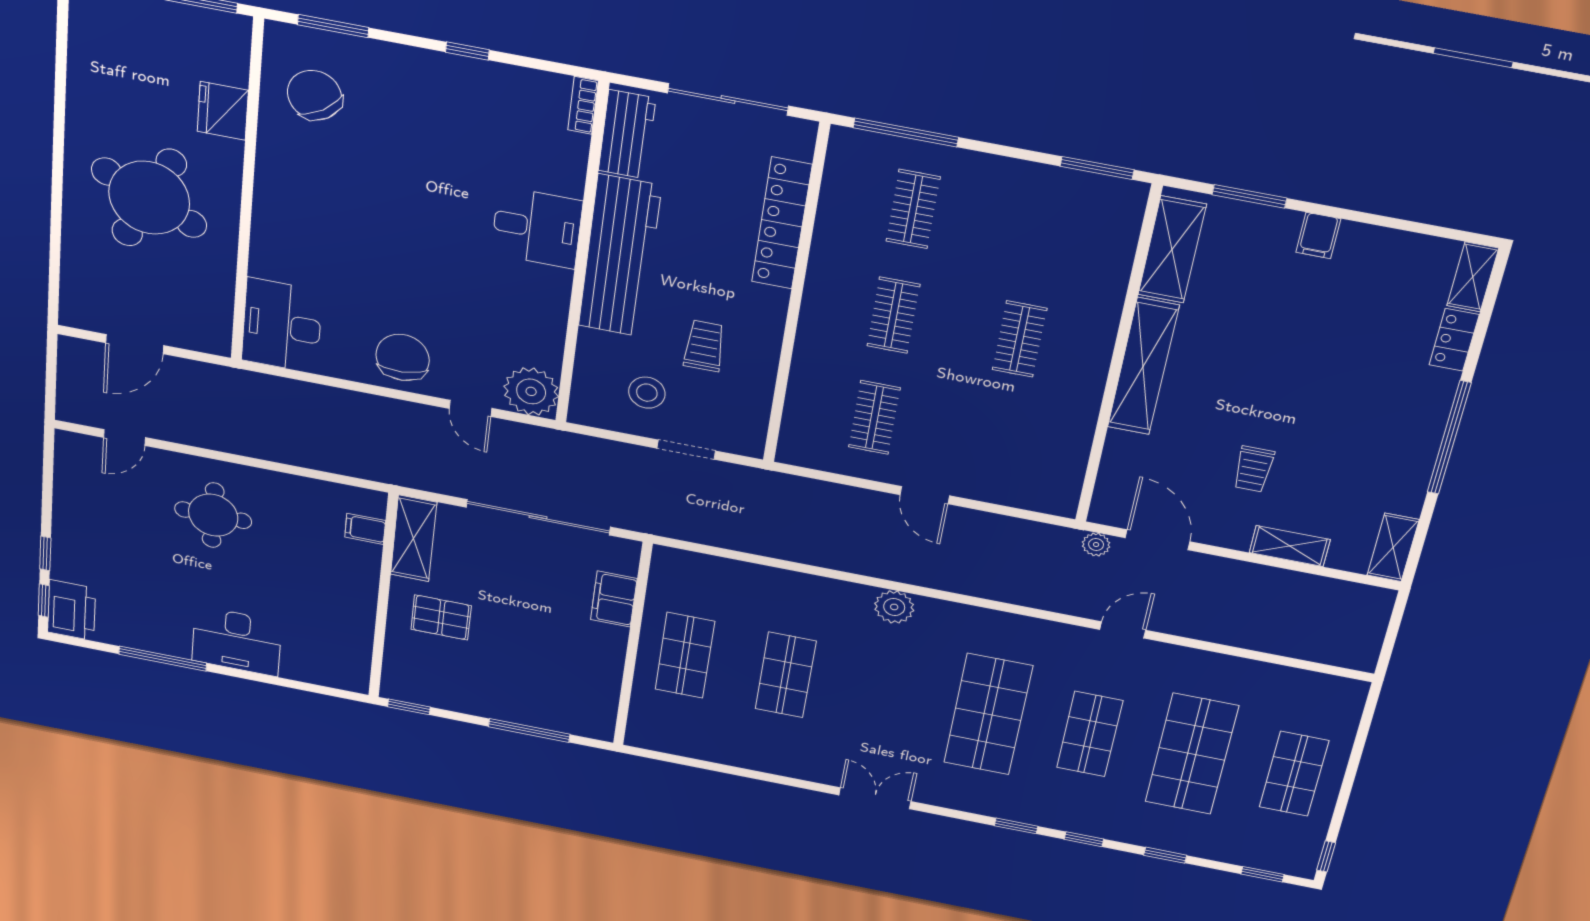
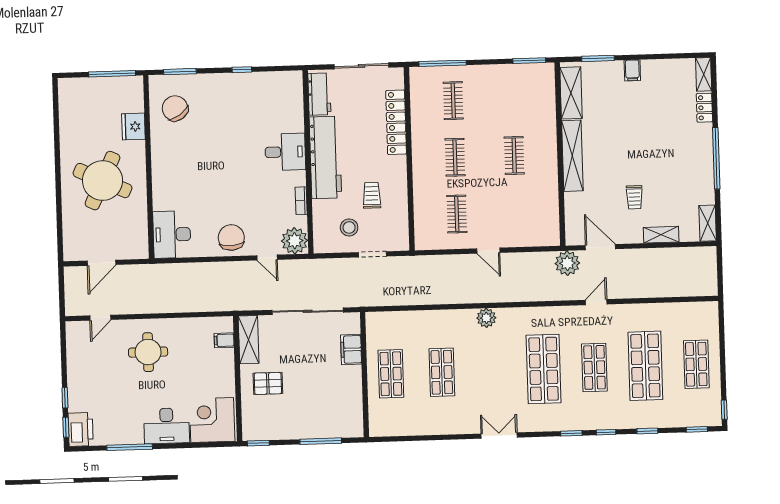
bookcase: (583, 105) -> (301, 201), moved
plant: (1096, 544) -> (567, 263), width x1.88, depth x1.88
corner desk: (325, 651) -> (212, 420), added

